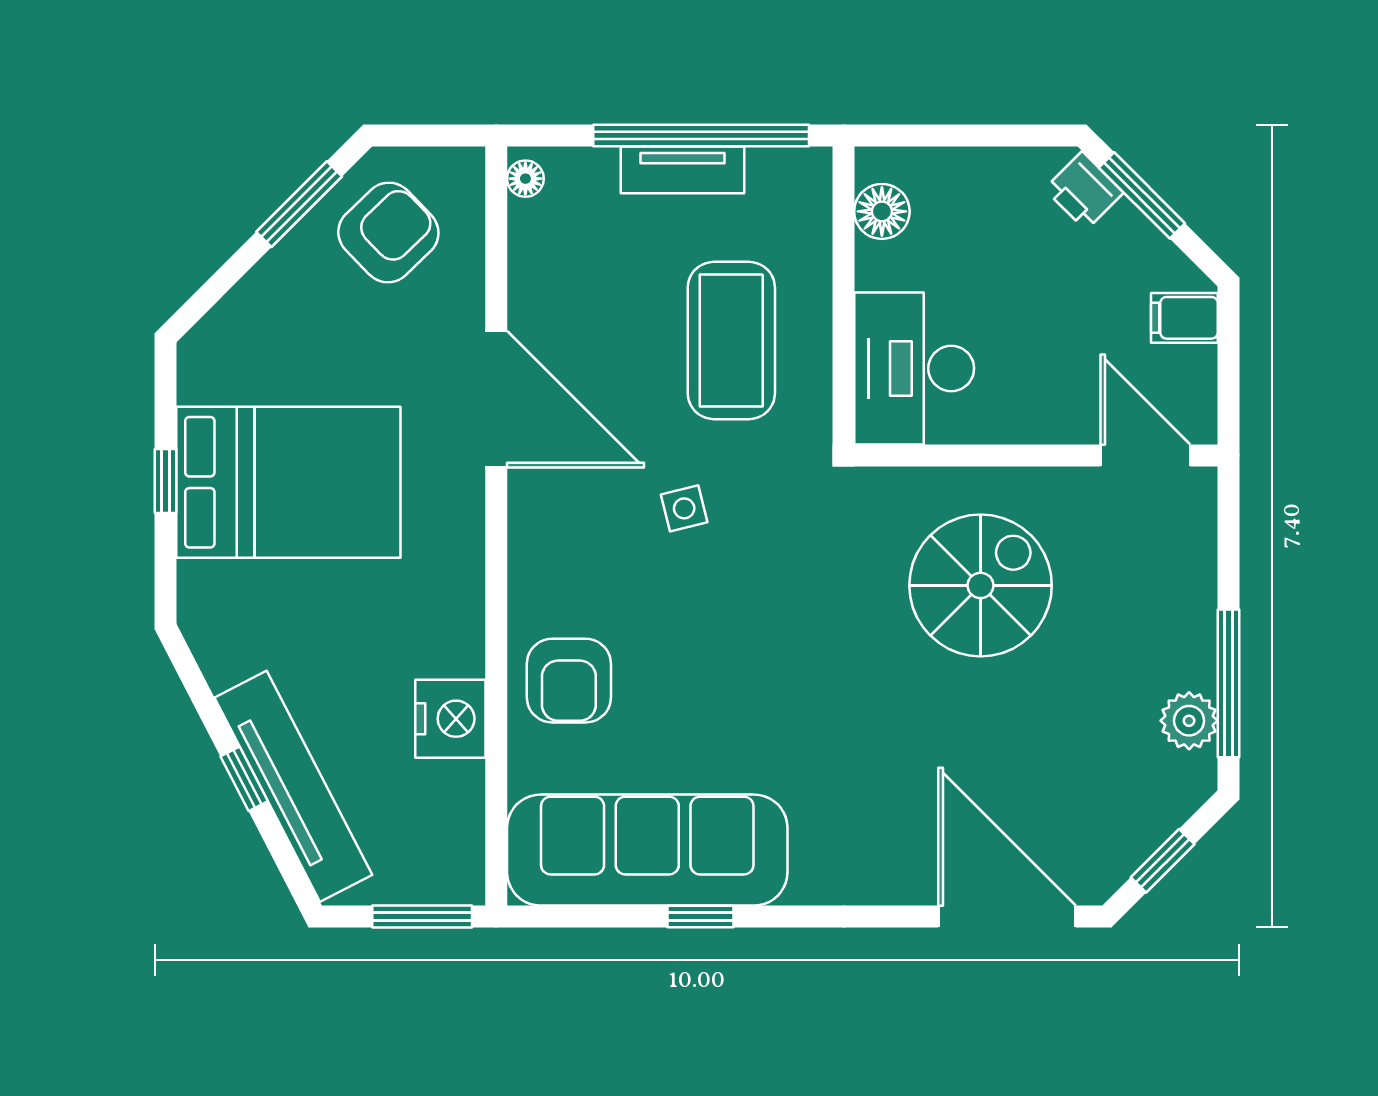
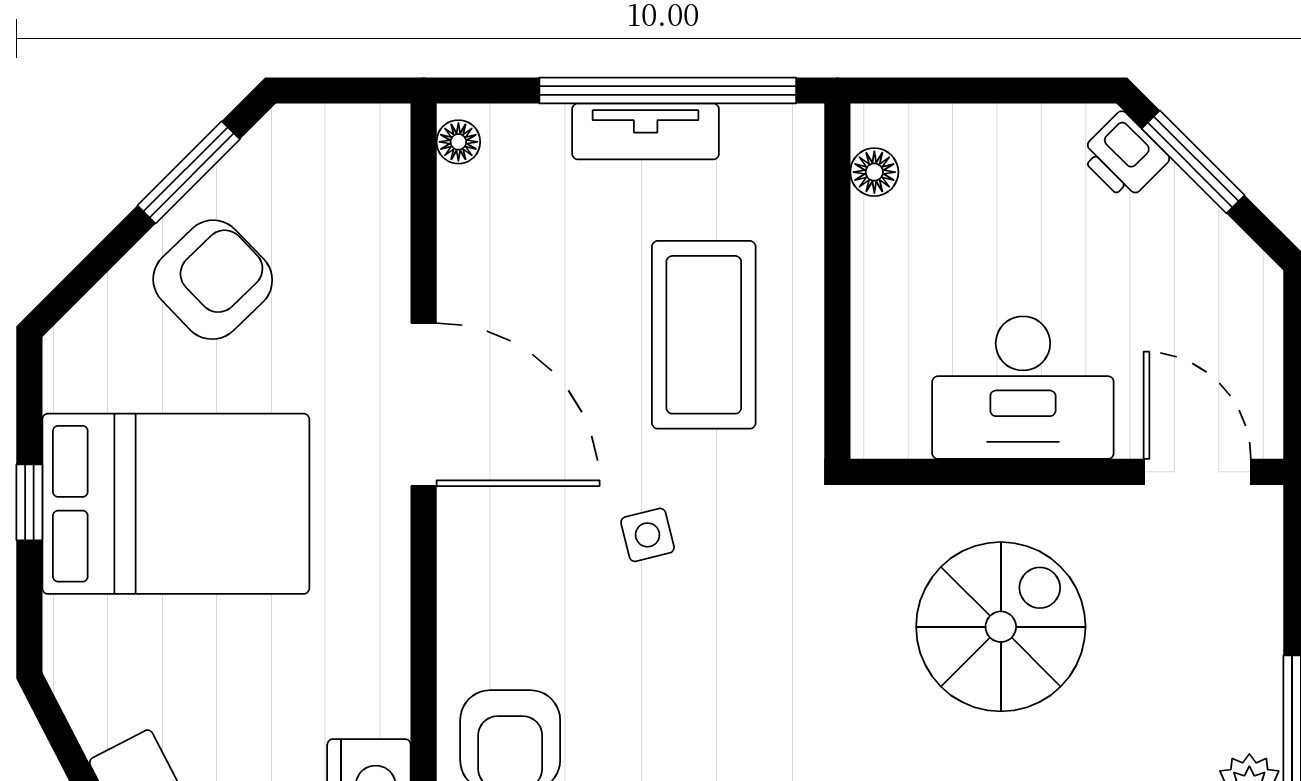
floor lamp: (882, 211) -> (874, 172), width x0.73, depth x0.73
armchair: (388, 232) -> (213, 280), moved
filing cabinet: (1184, 318) -> (1244, 308), removed
desk: (914, 368) -> (1023, 388), moved, turned -90

